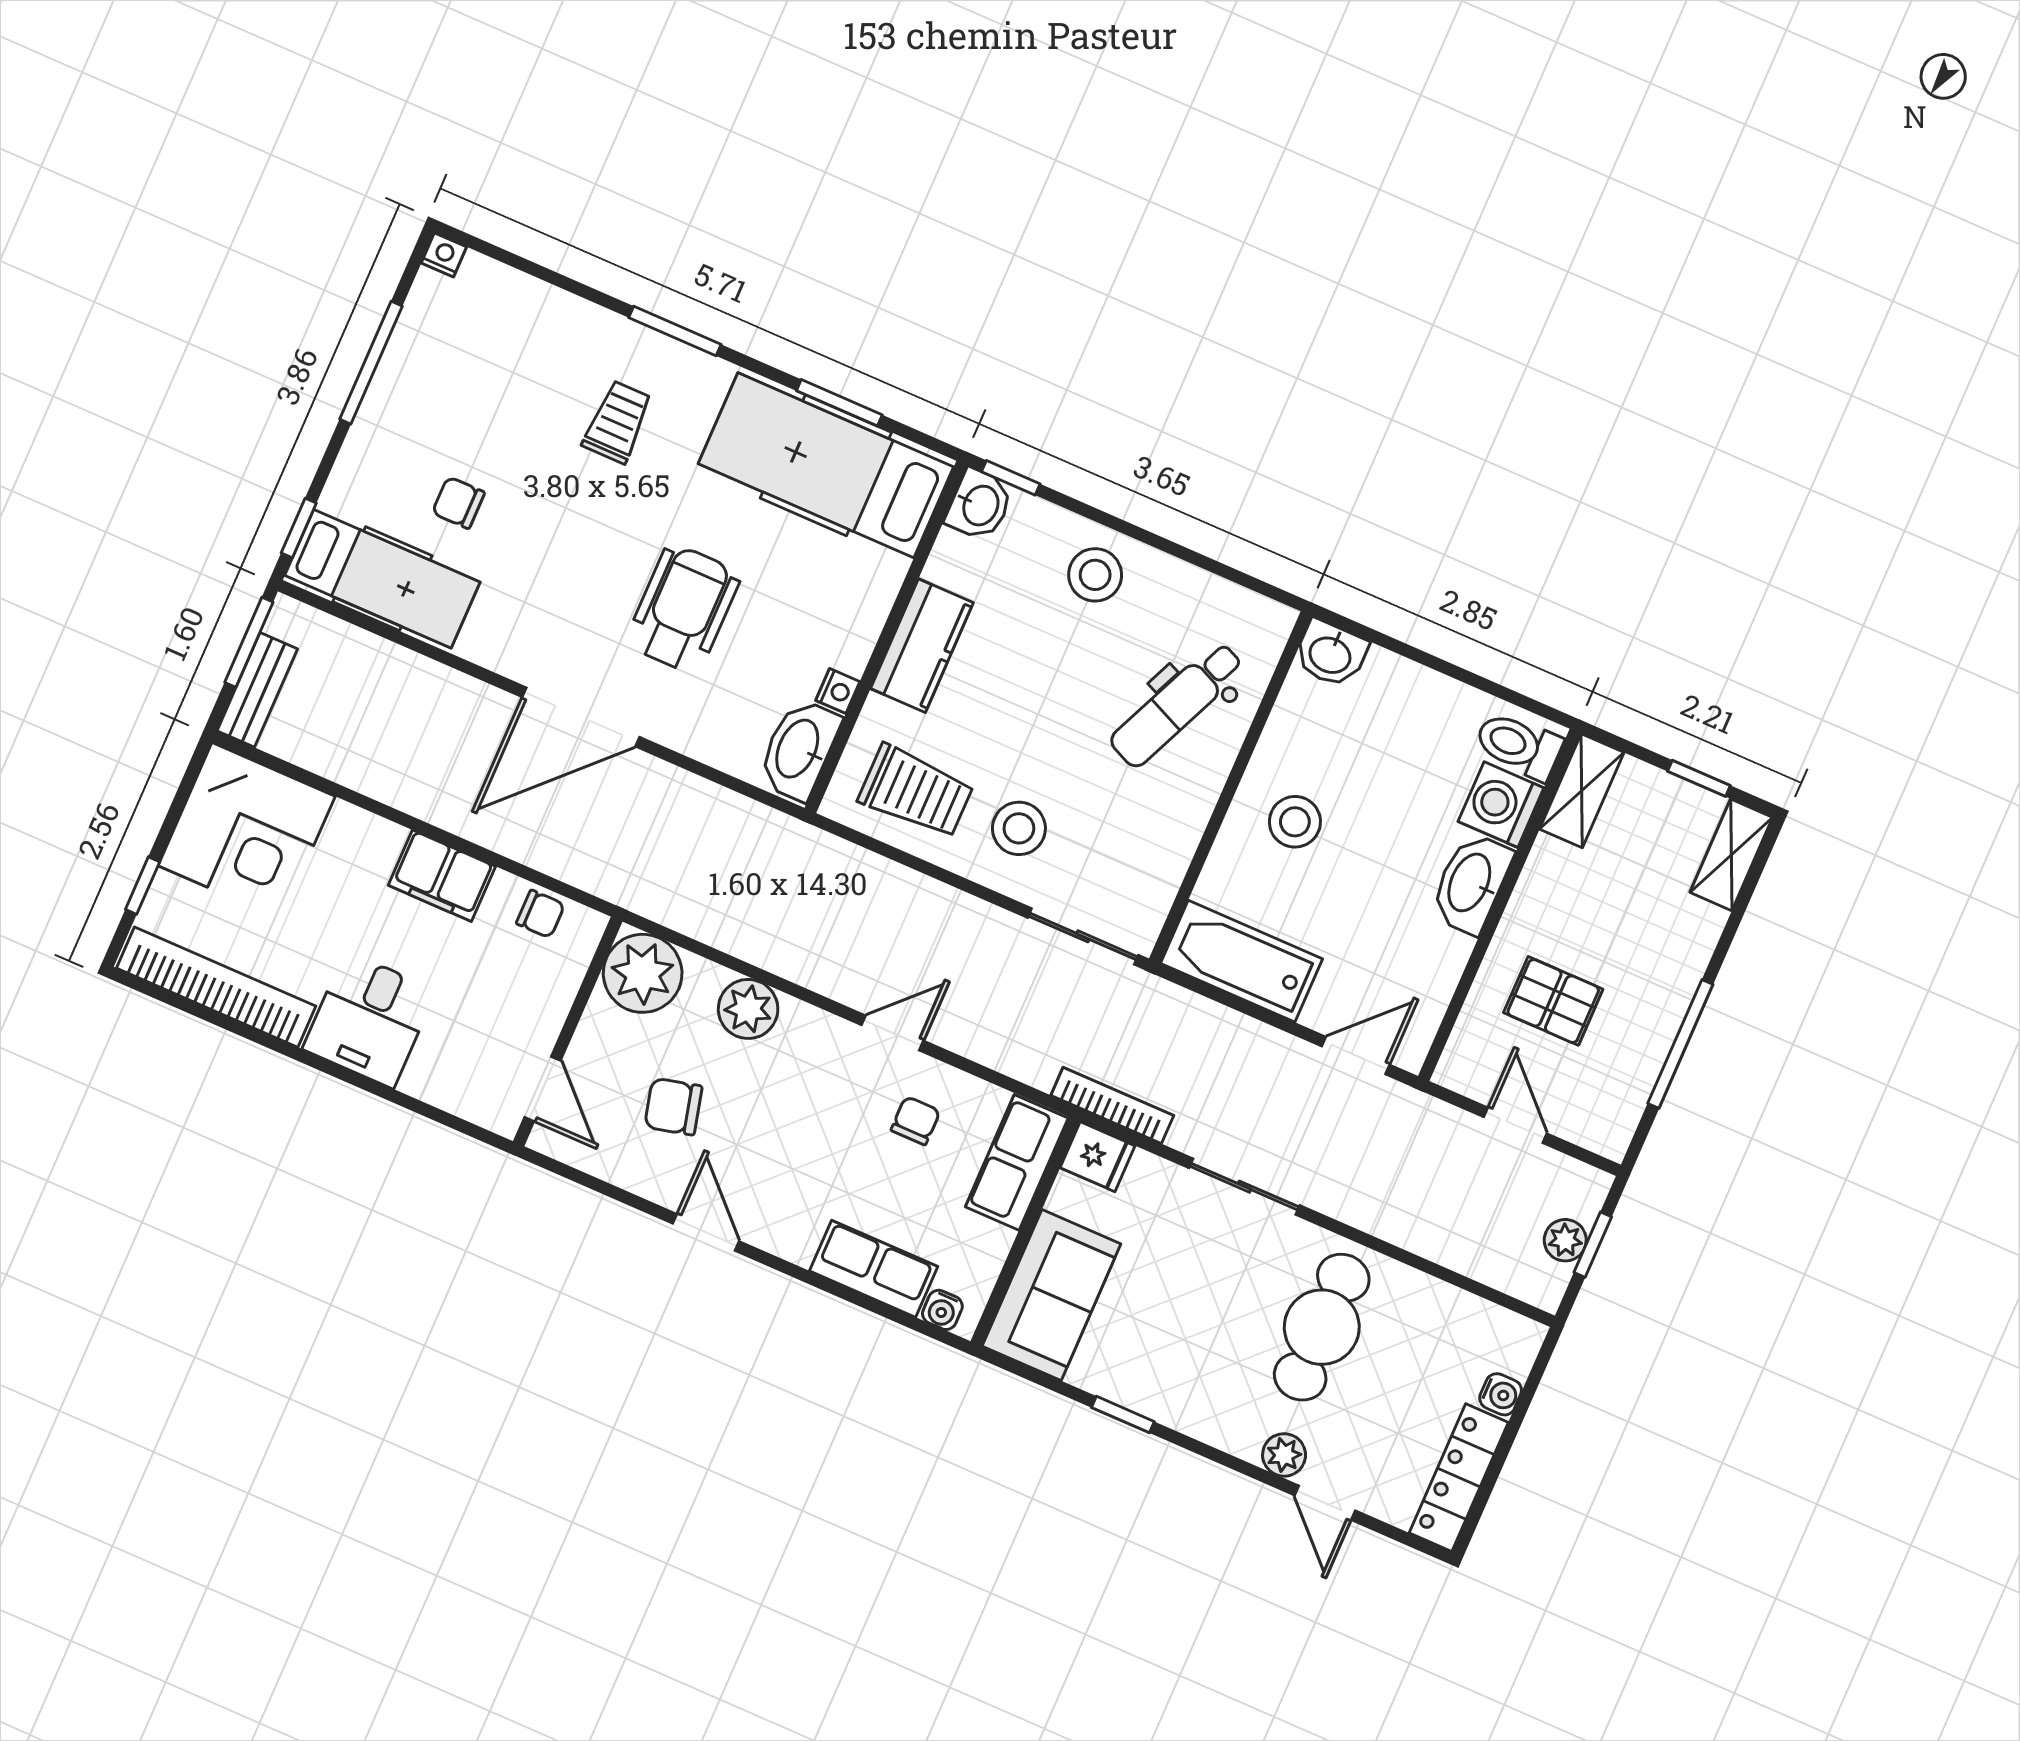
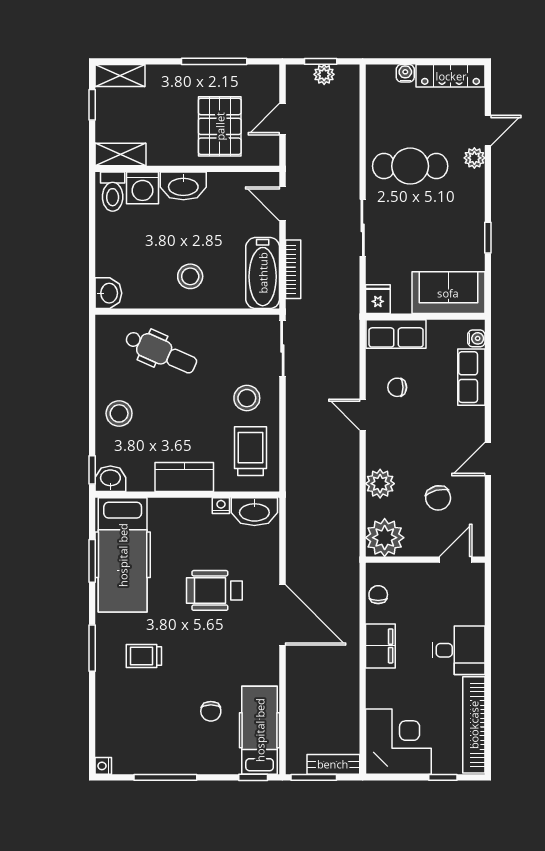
pallet: (1553, 1001) -> (220, 126), width x1.50, depth x1.42
bookcase: (1112, 1105) -> (293, 269), moved, turned 180

